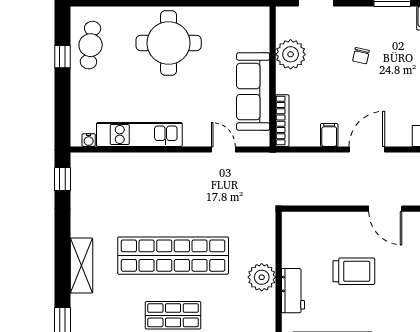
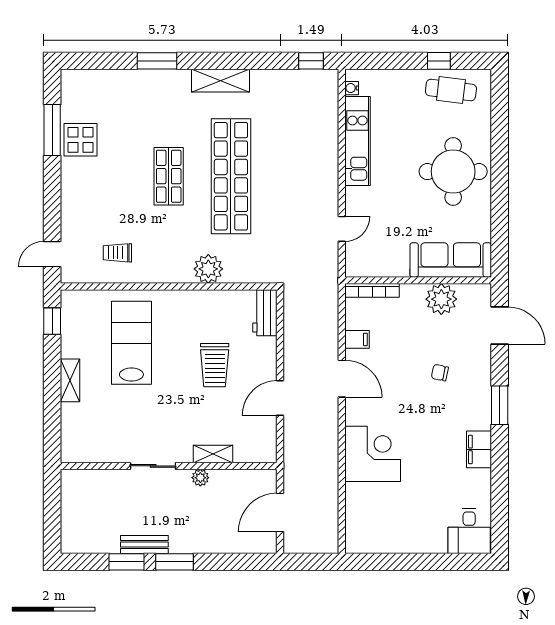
sofa: (253, 92) -> (451, 260), moved
workbench: (293, 291) -> (265, 313), moved, turned 90

